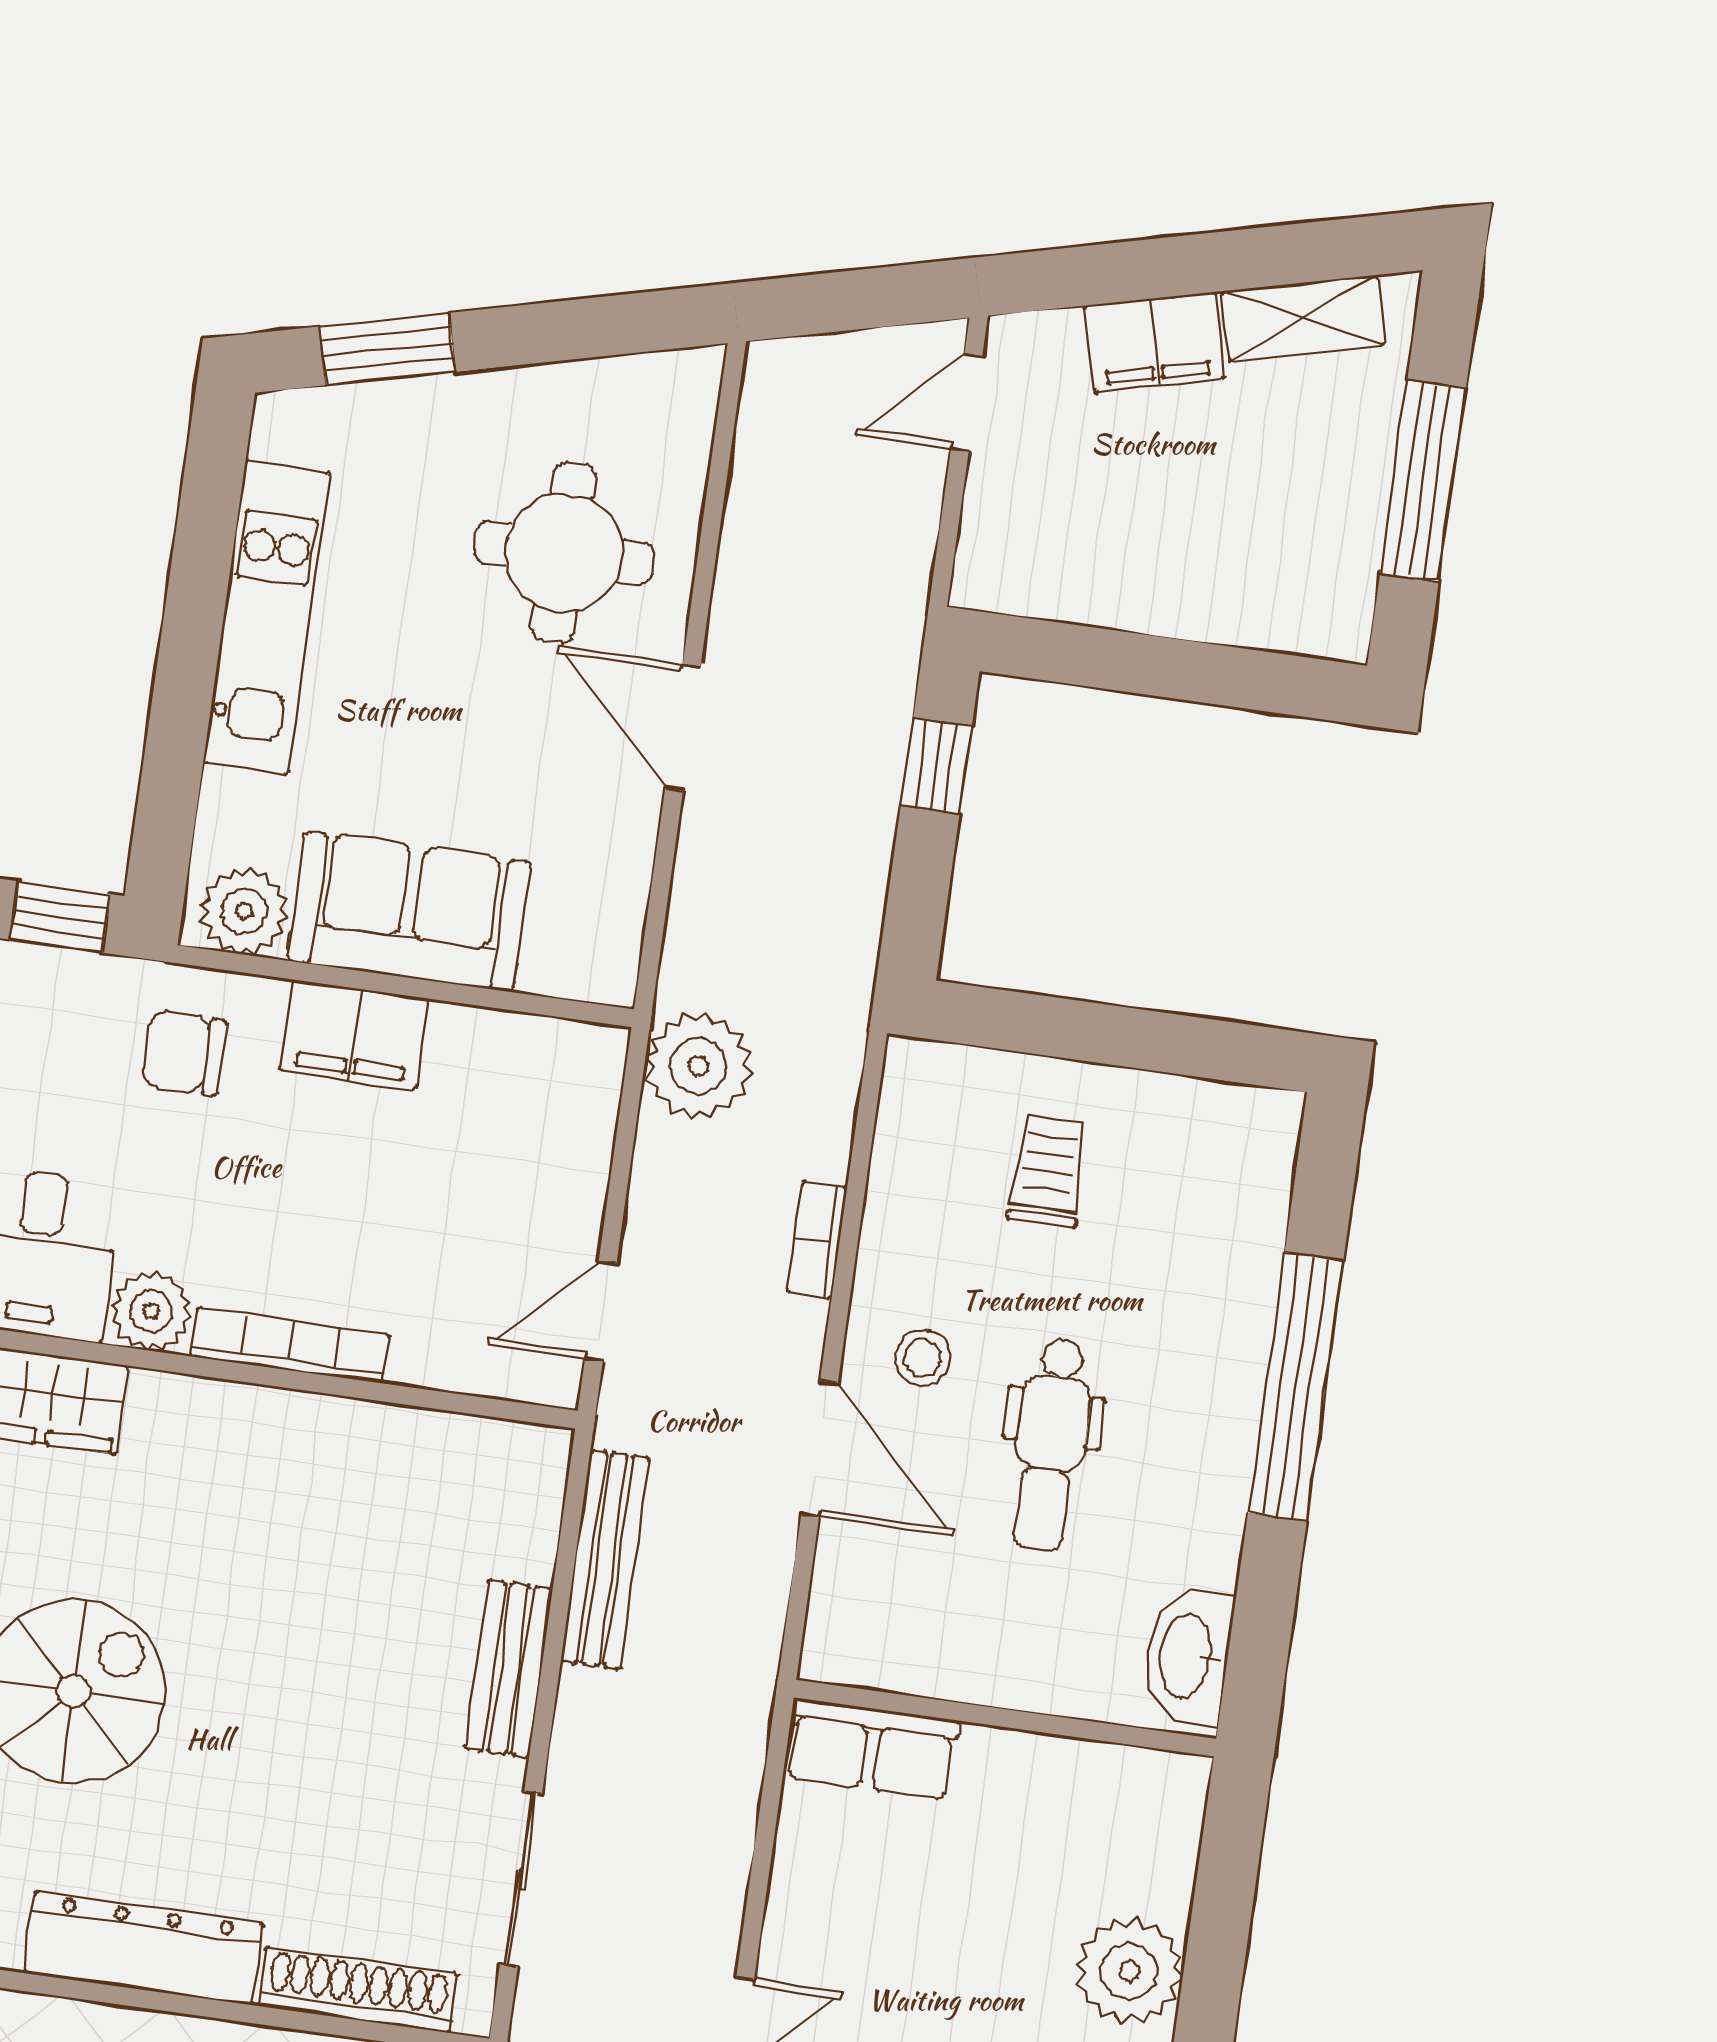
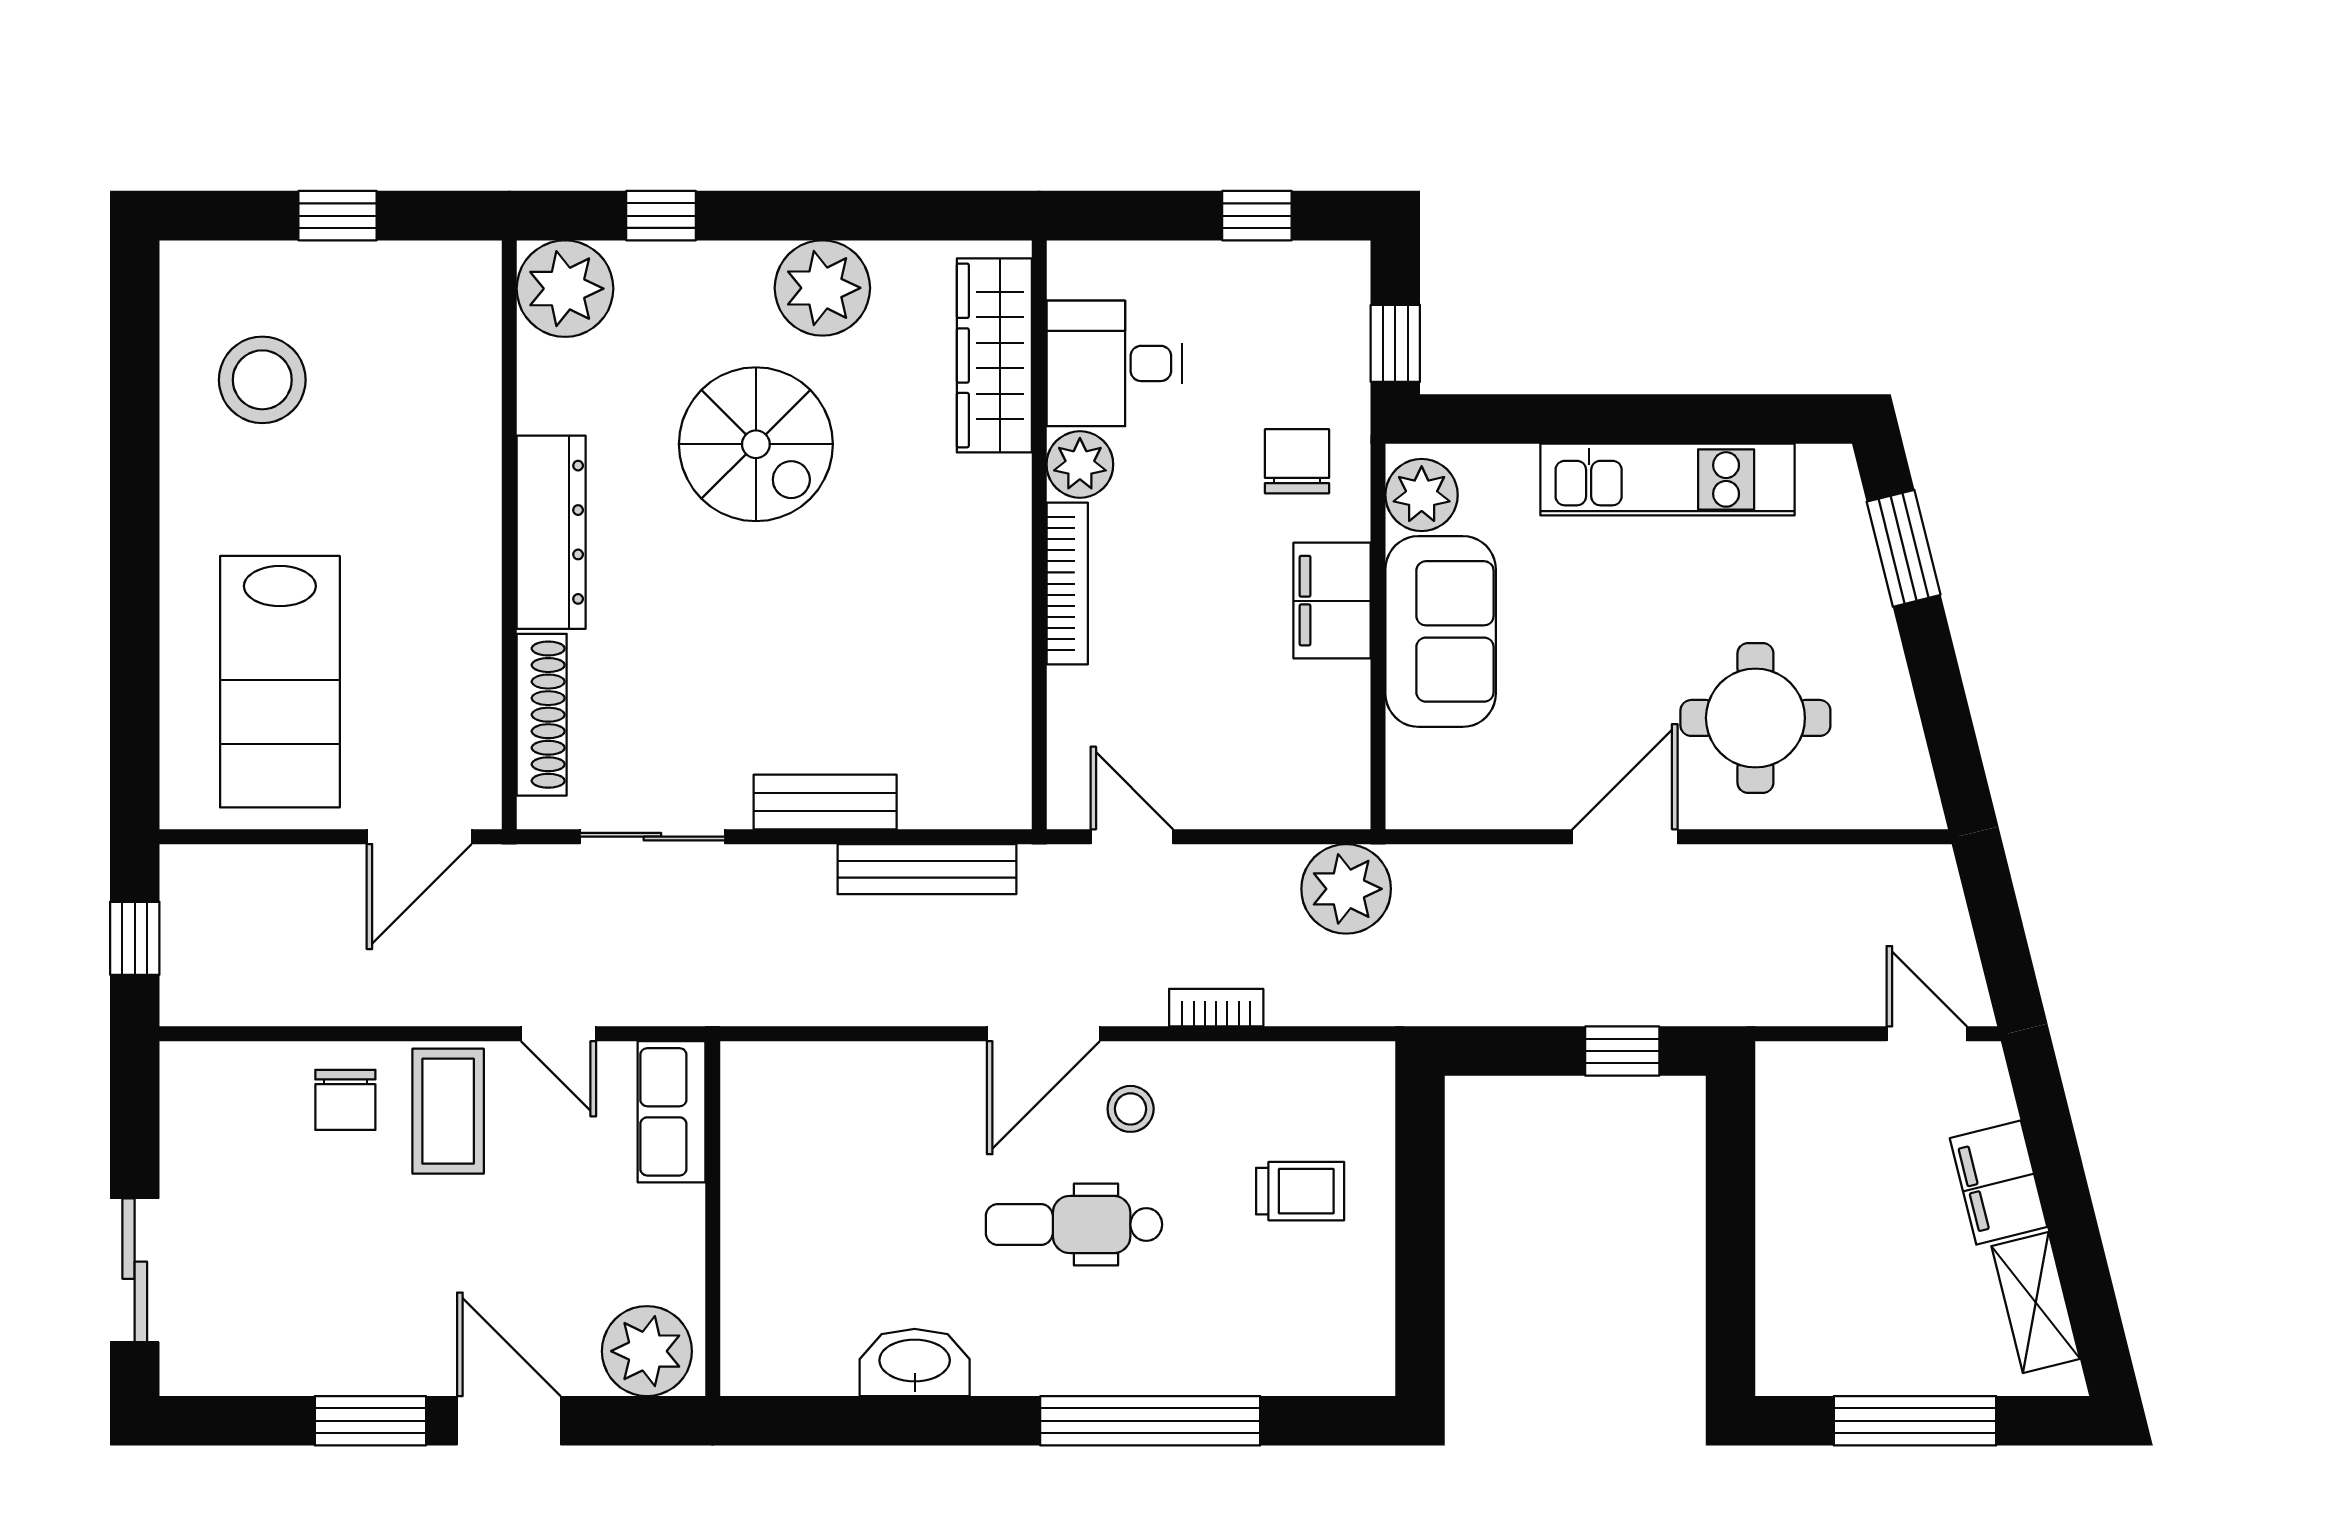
wall: (1005, 1718) -> (713, 1219), moved
row of seats: (872, 1749) -> (671, 1112), moved

